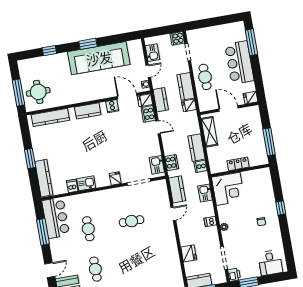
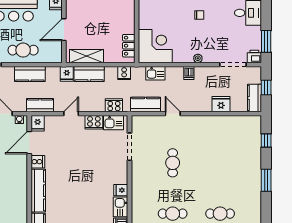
fridge: (189, 105) -> (67, 74), moved
kitchen counter: (88, 111) -> (38, 191), width x1.50
cooker: (148, 114) -> (94, 122), moved
kitchen counter: (196, 148) -> (89, 74), moved
locker: (238, 164) -> (129, 46), moved
fridge: (115, 178) -> (121, 190), moved

